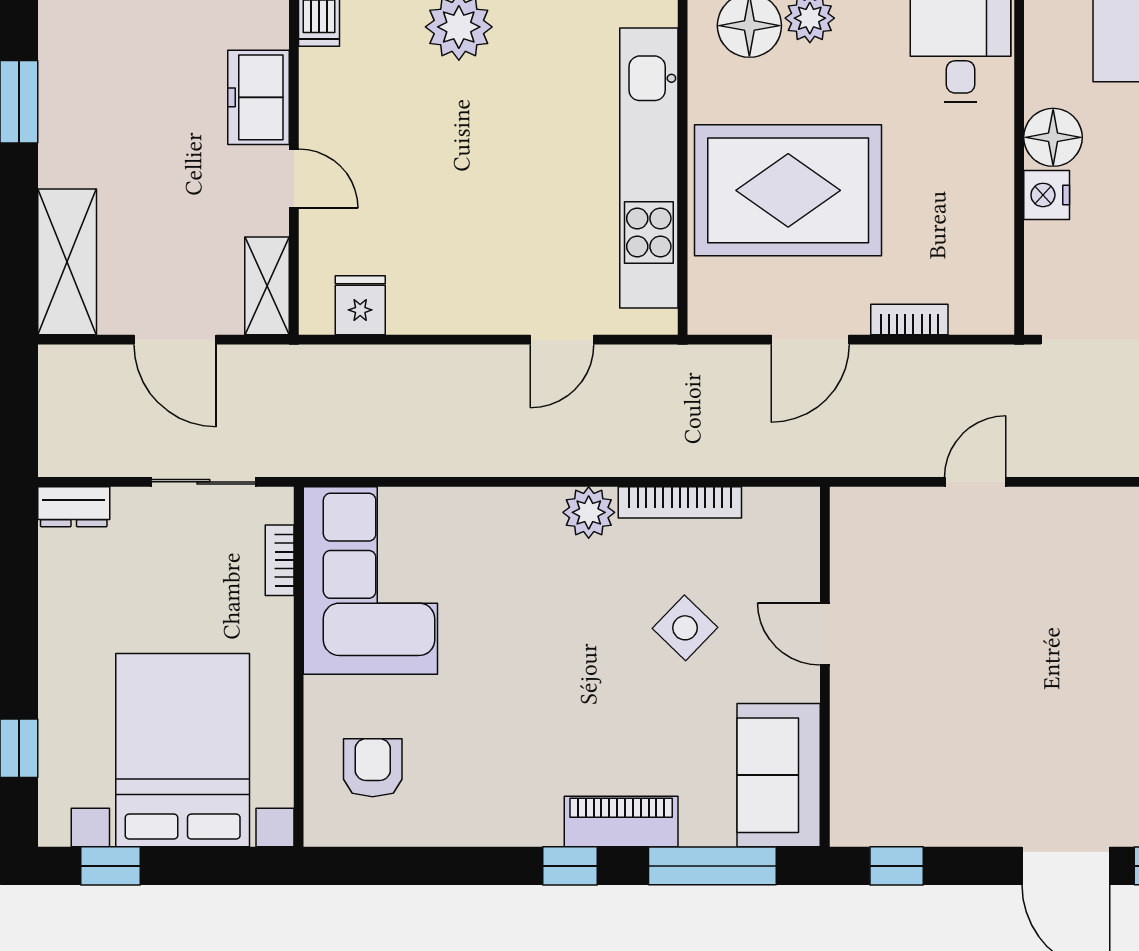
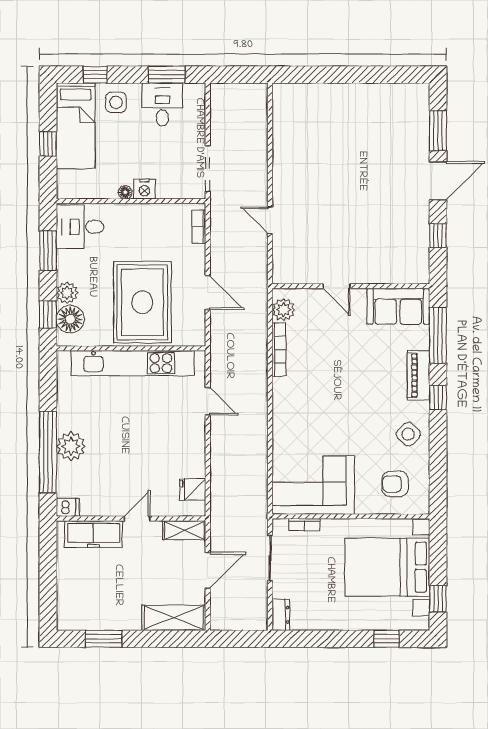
freezer: (258, 97) -> (93, 534), width x1.40
floor lamp: (1053, 137) -> (125, 192), width x0.53, depth x0.53
bookcase: (909, 319) -> (199, 227), moved
plant: (589, 512) -> (283, 310), moved
side table: (685, 628) -> (408, 434), moved
door: (825, 634) -> (336, 286), hinge flipped
window: (897, 866) -> (438, 236), moved

